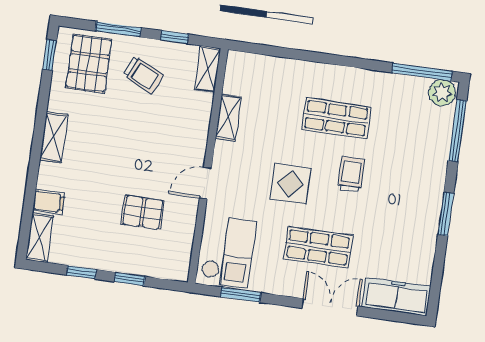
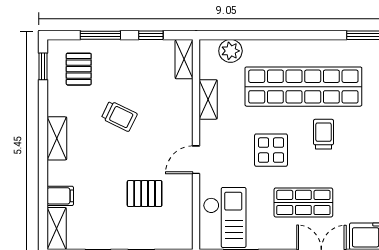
pallet: (89, 64) -> (79, 69), width x0.67, depth x0.71
plant: (261, 67) -> (230, 51), added
trolley: (143, 75) -> (119, 116), moved
shop shelf: (336, 118) -> (303, 87), width x2.00, depth x1.36

